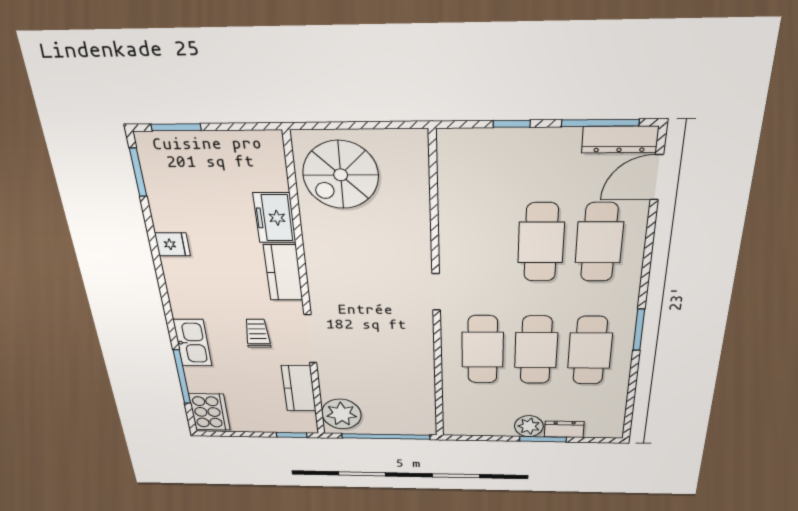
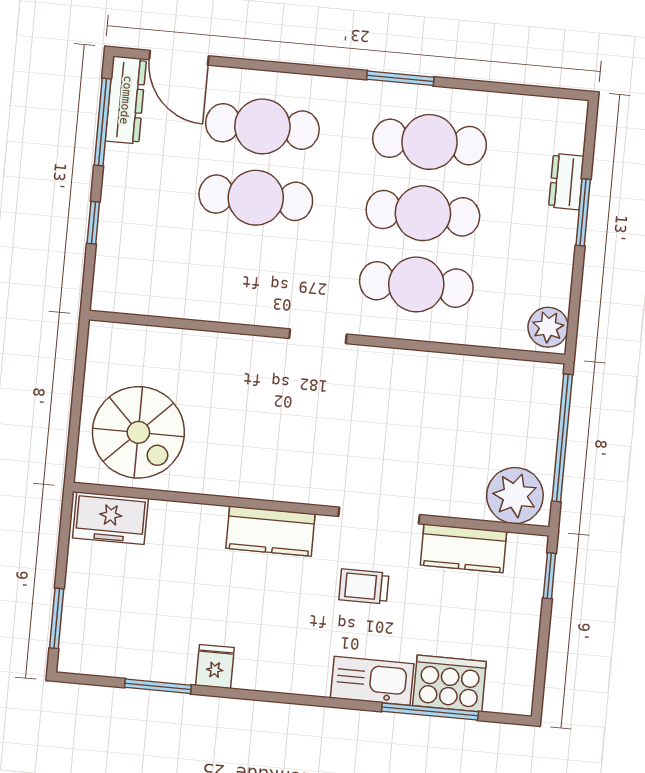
window: (138, 172) -> (158, 686), moved
freezer: (275, 218) -> (110, 518), moved
cooker: (209, 412) -> (449, 683), moved
plant: (529, 426) -> (548, 327), moved

